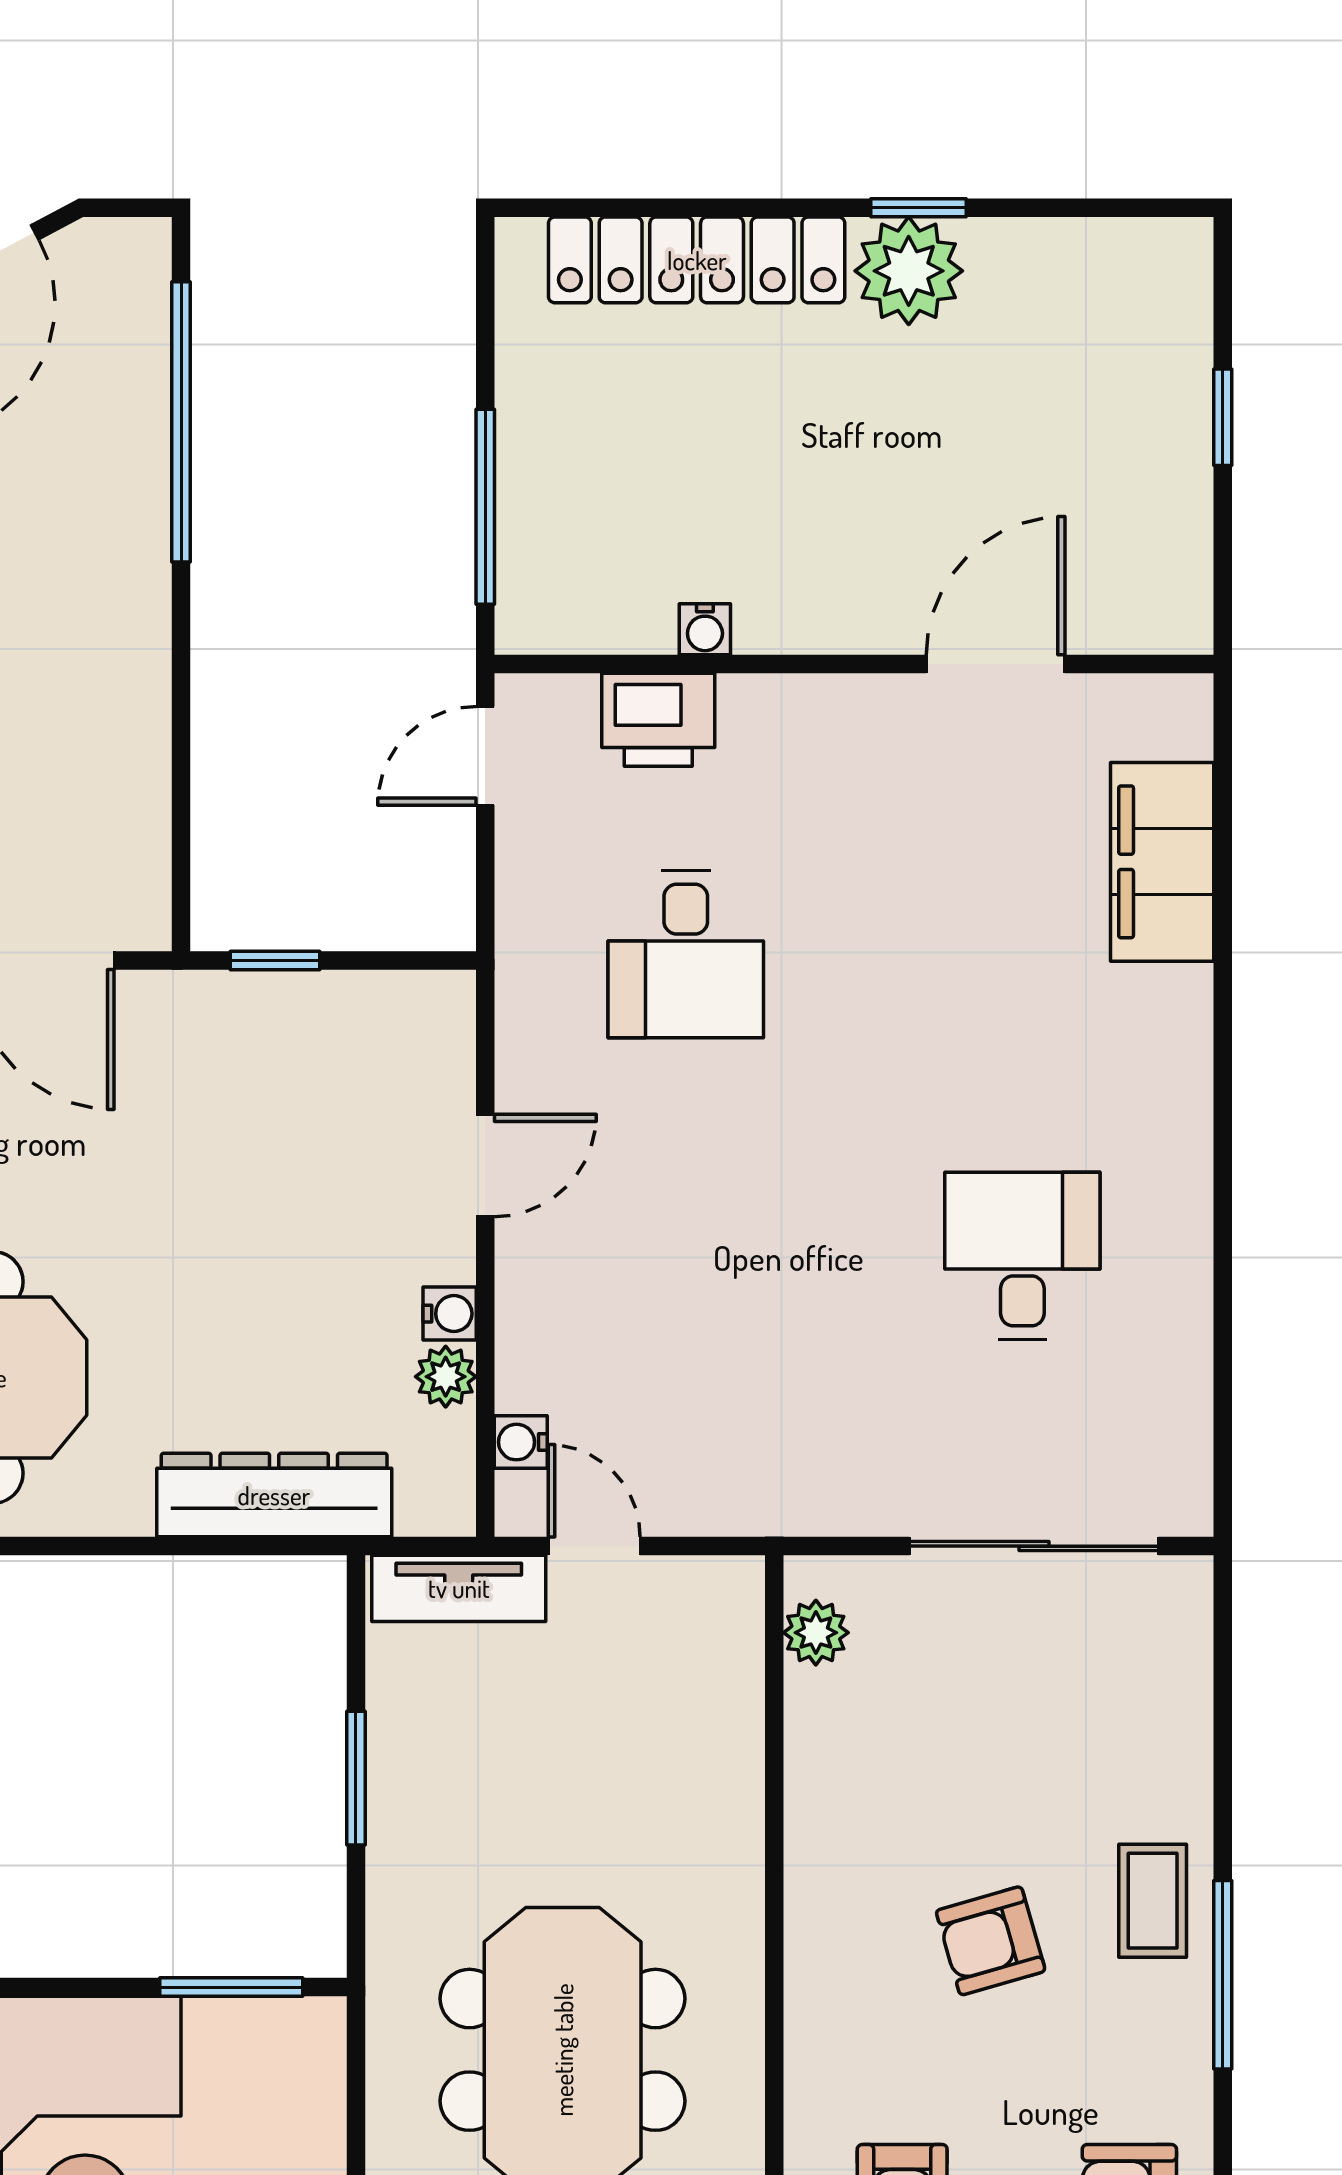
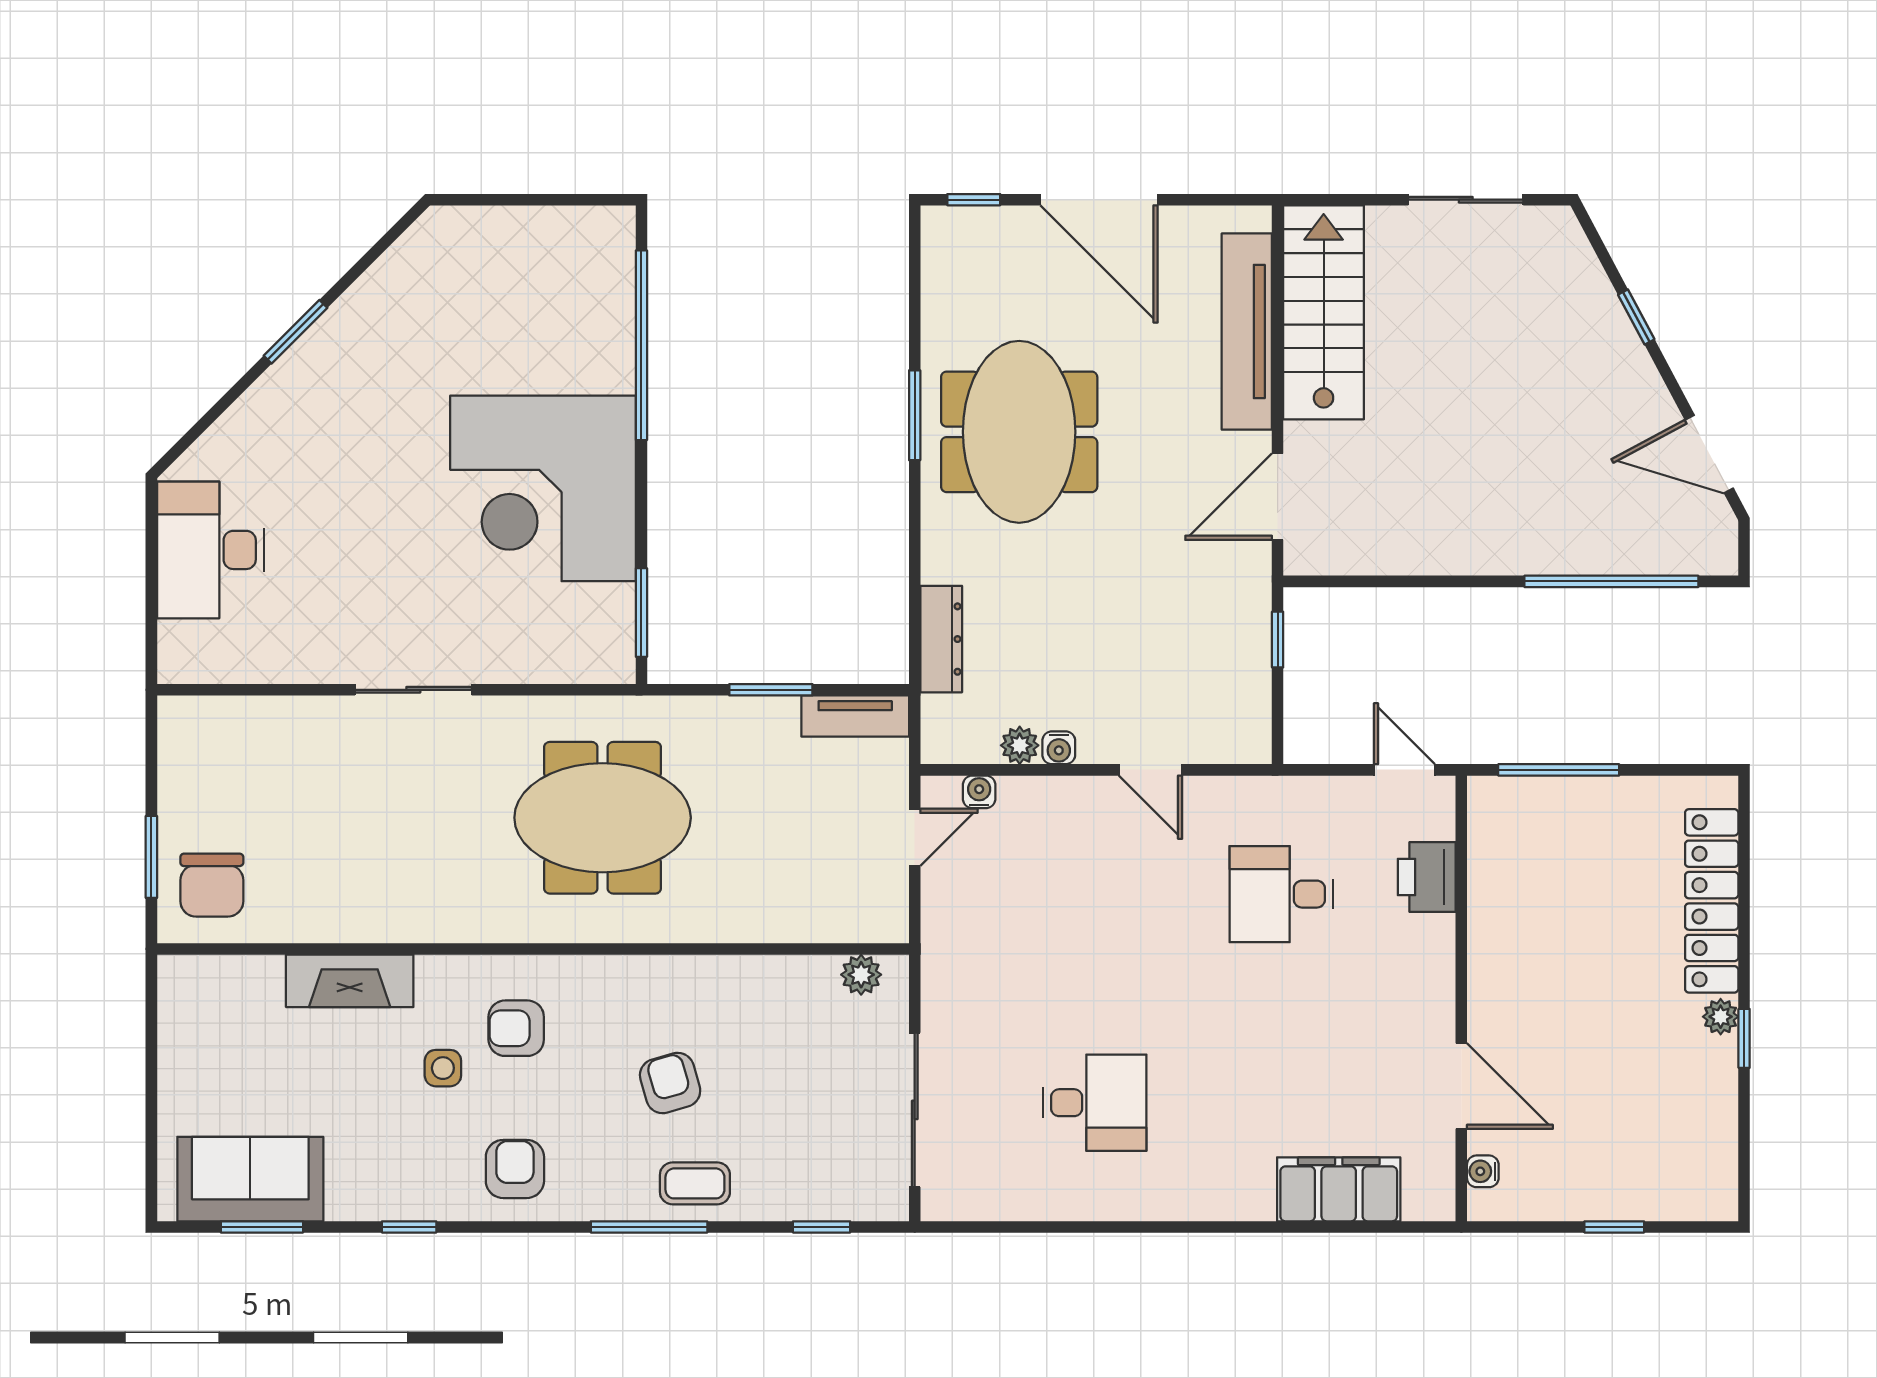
plant: (909, 271) -> (1721, 1017), width x0.53, depth x0.53
water cooler: (705, 629) -> (1483, 1171), moved
dresser: (274, 1495) -> (941, 639), width x0.73, depth x0.80
tv unit: (459, 1588) -> (855, 716), moved, turned -90
window: (1223, 1696) -> (822, 1227), added

